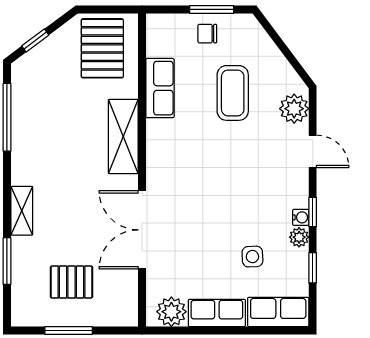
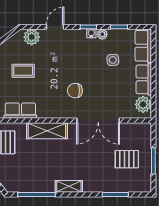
coffee table: (233, 93) -> (23, 71), width x0.73, depth x0.77
chair: (196, 188) -> (75, 91), added
shelving: (22, 211) -> (69, 186), moved
pallet: (72, 282) -> (127, 159), turned 90

